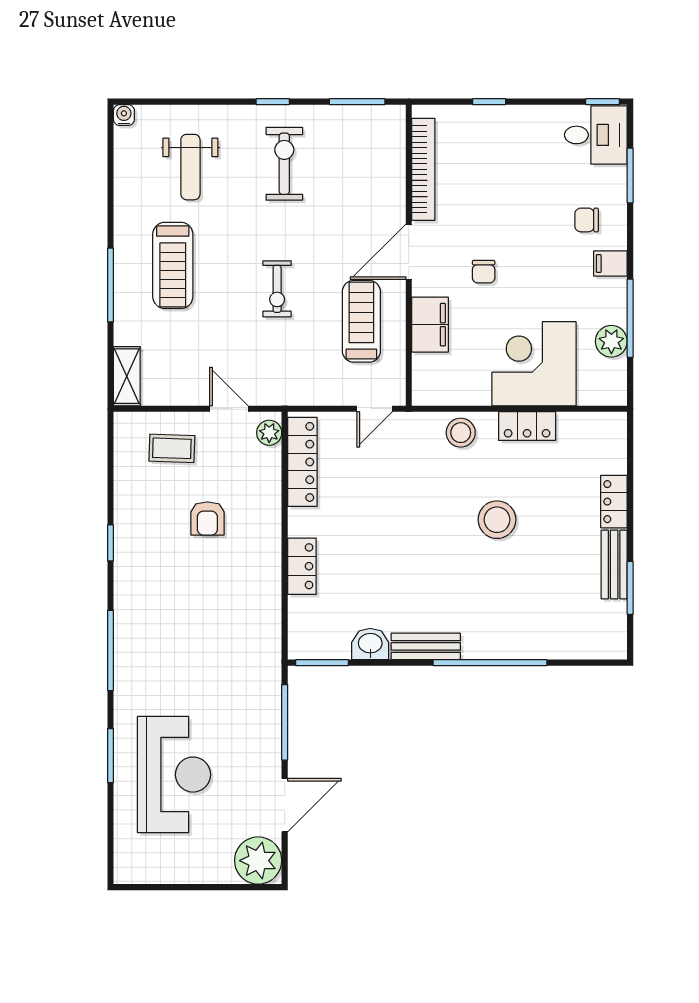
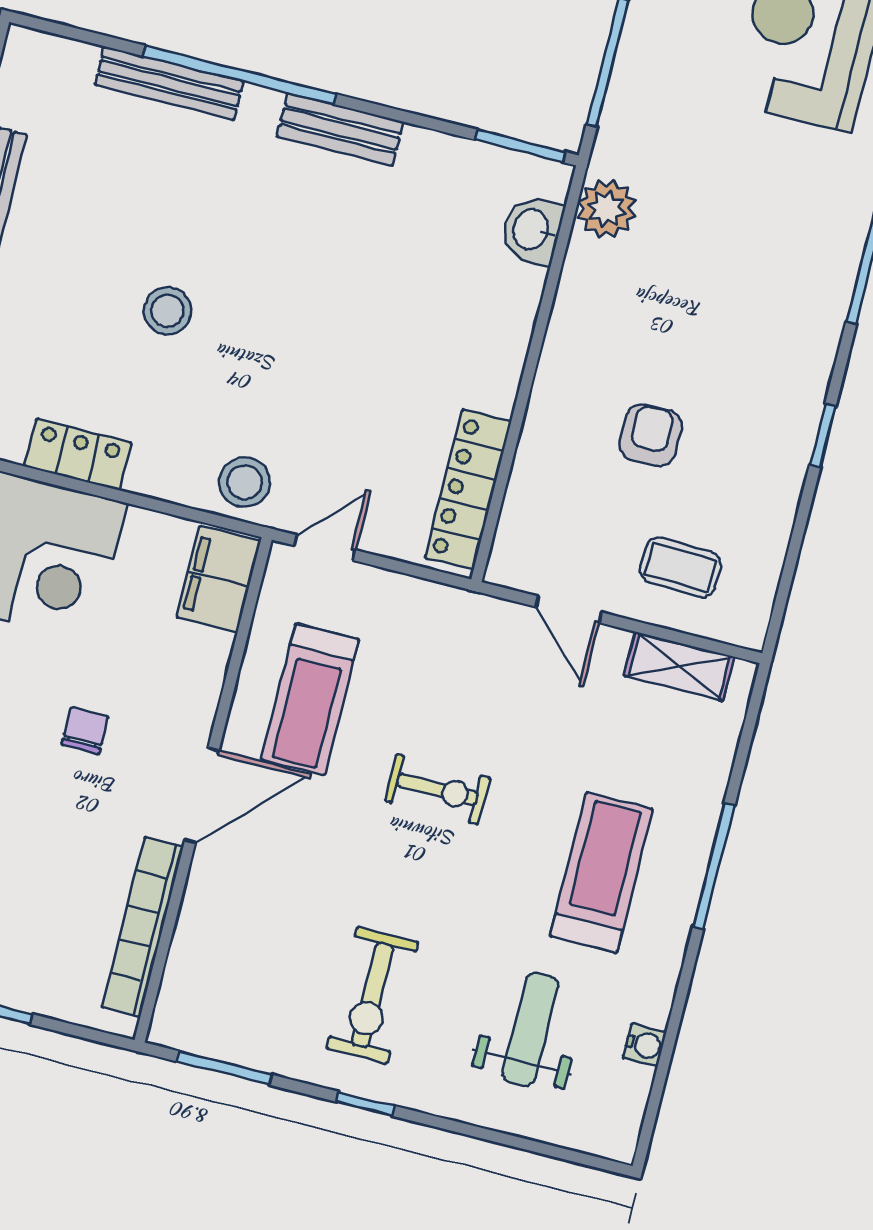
water cooler: (124, 115) -> (645, 1045), moved, turned -90
exercise bike: (277, 289) -> (437, 789), turned 90
filing cabinet: (430, 325) -> (219, 579), moved
shelving: (127, 376) -> (679, 666), moved, turned 90
plant: (269, 433) -> (606, 209), moved, width x1.38, depth x1.38
stool: (461, 433) -> (245, 482), moved
stool: (497, 520) -> (167, 311), width x0.73, depth x0.73
locker: (302, 566) -> (513, 316), removed
washbasin: (370, 644) -> (532, 230), moved, turned 90
bench: (529, 648) -> (169, 83), added

